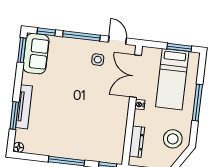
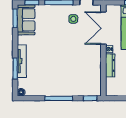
dresser: (137, 142) -> (110, 65), moved

